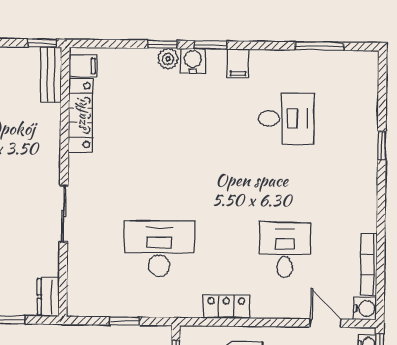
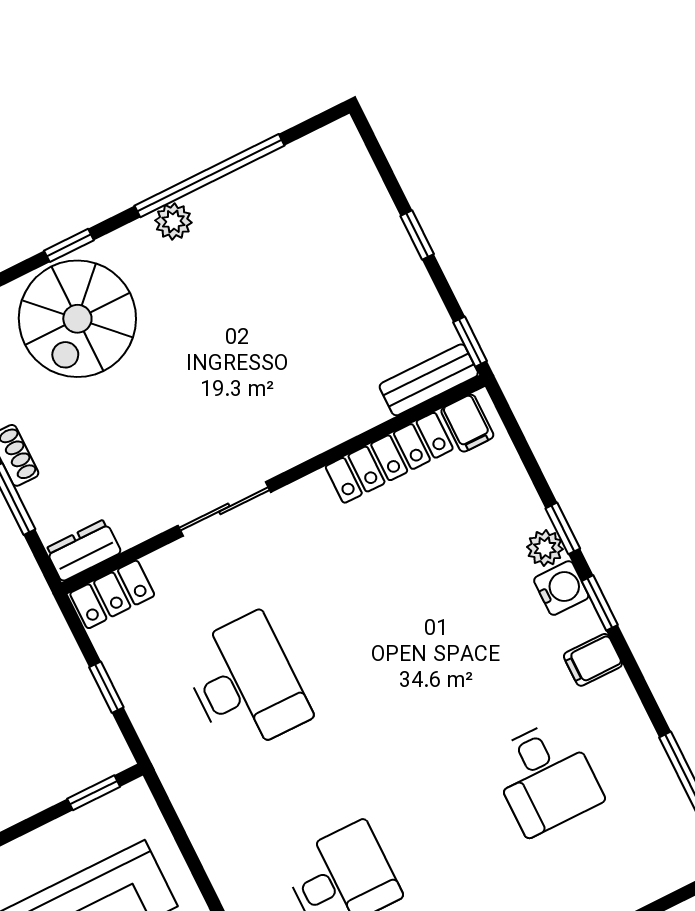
locker: (226, 307) -> (112, 594), moved, turned 90

